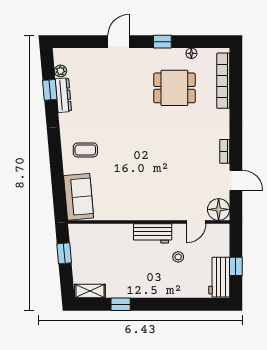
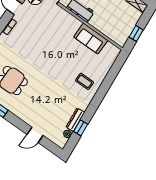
door: (119, 42) -> (35, 135), moved
sofa: (79, 197) -> (91, 39), moved, turned -85

